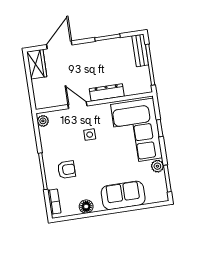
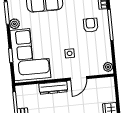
door: (78, 105) -> (78, 78), hinge flipped
armchair: (66, 170) -> (91, 25), turned 90

